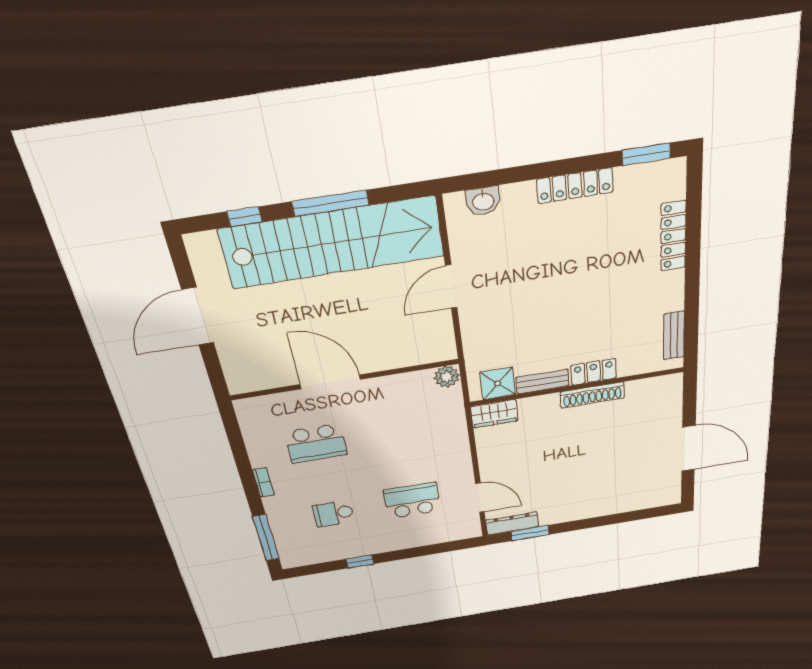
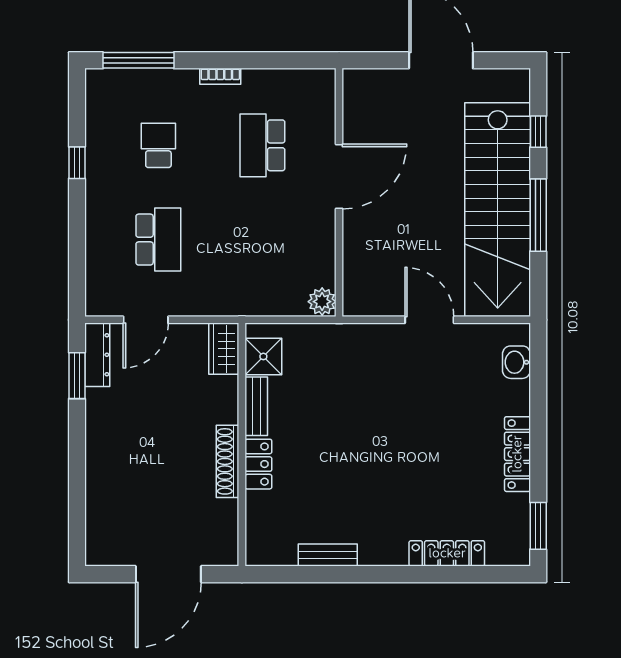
locker: (594, 372) -> (258, 464), moved
bench: (542, 382) -> (256, 406), moved
shower: (498, 383) -> (263, 356), moved
wall: (577, 387) -> (242, 445), moved
shoe rack: (592, 395) -> (228, 461), moved
wardrobe: (494, 414) -> (224, 349), moved

